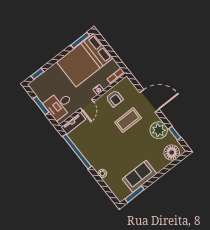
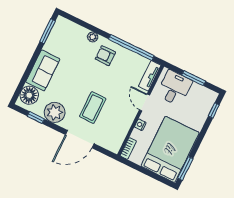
armchair: (115, 98) -> (105, 56), moved
sofa: (140, 176) -> (43, 70), moved

